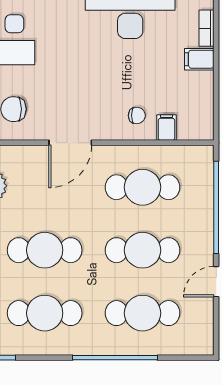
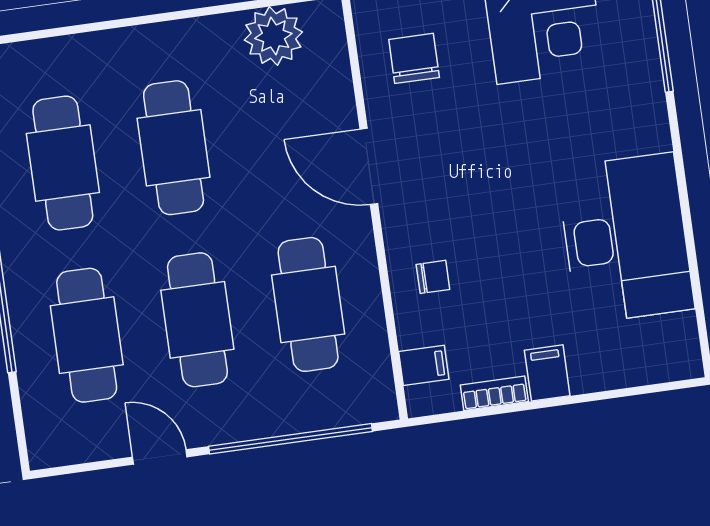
bookcase: (206, 28) -> (494, 393), moved
chair: (137, 115) -> (433, 277), turned -90
filing cabinet: (166, 127) -> (424, 365), moved

